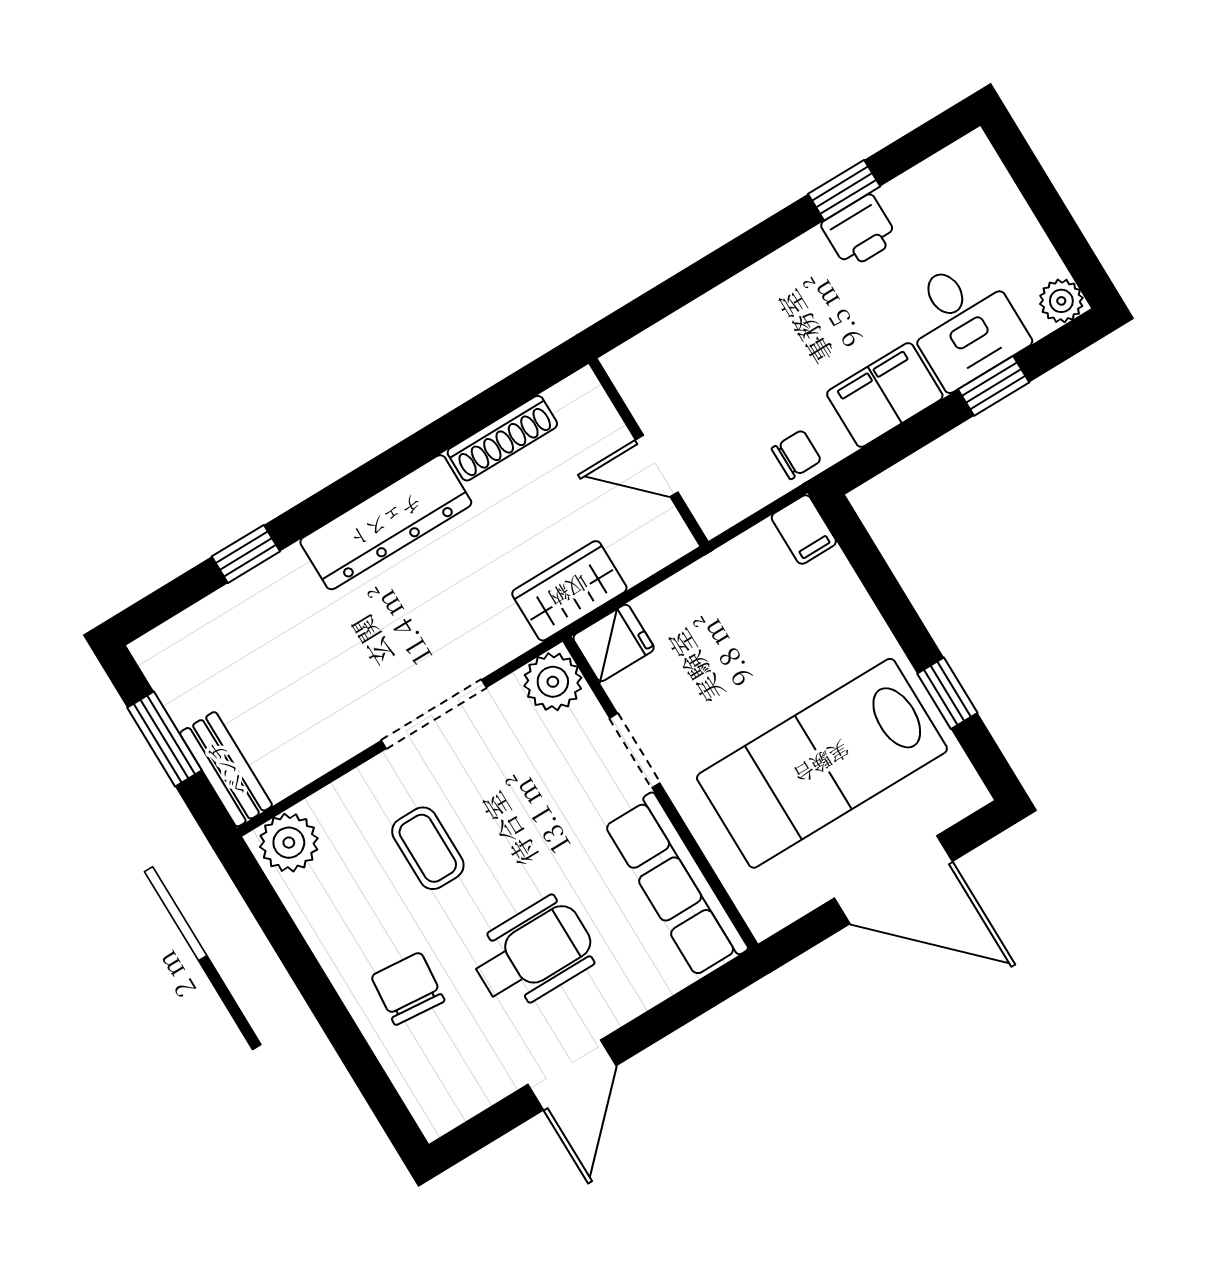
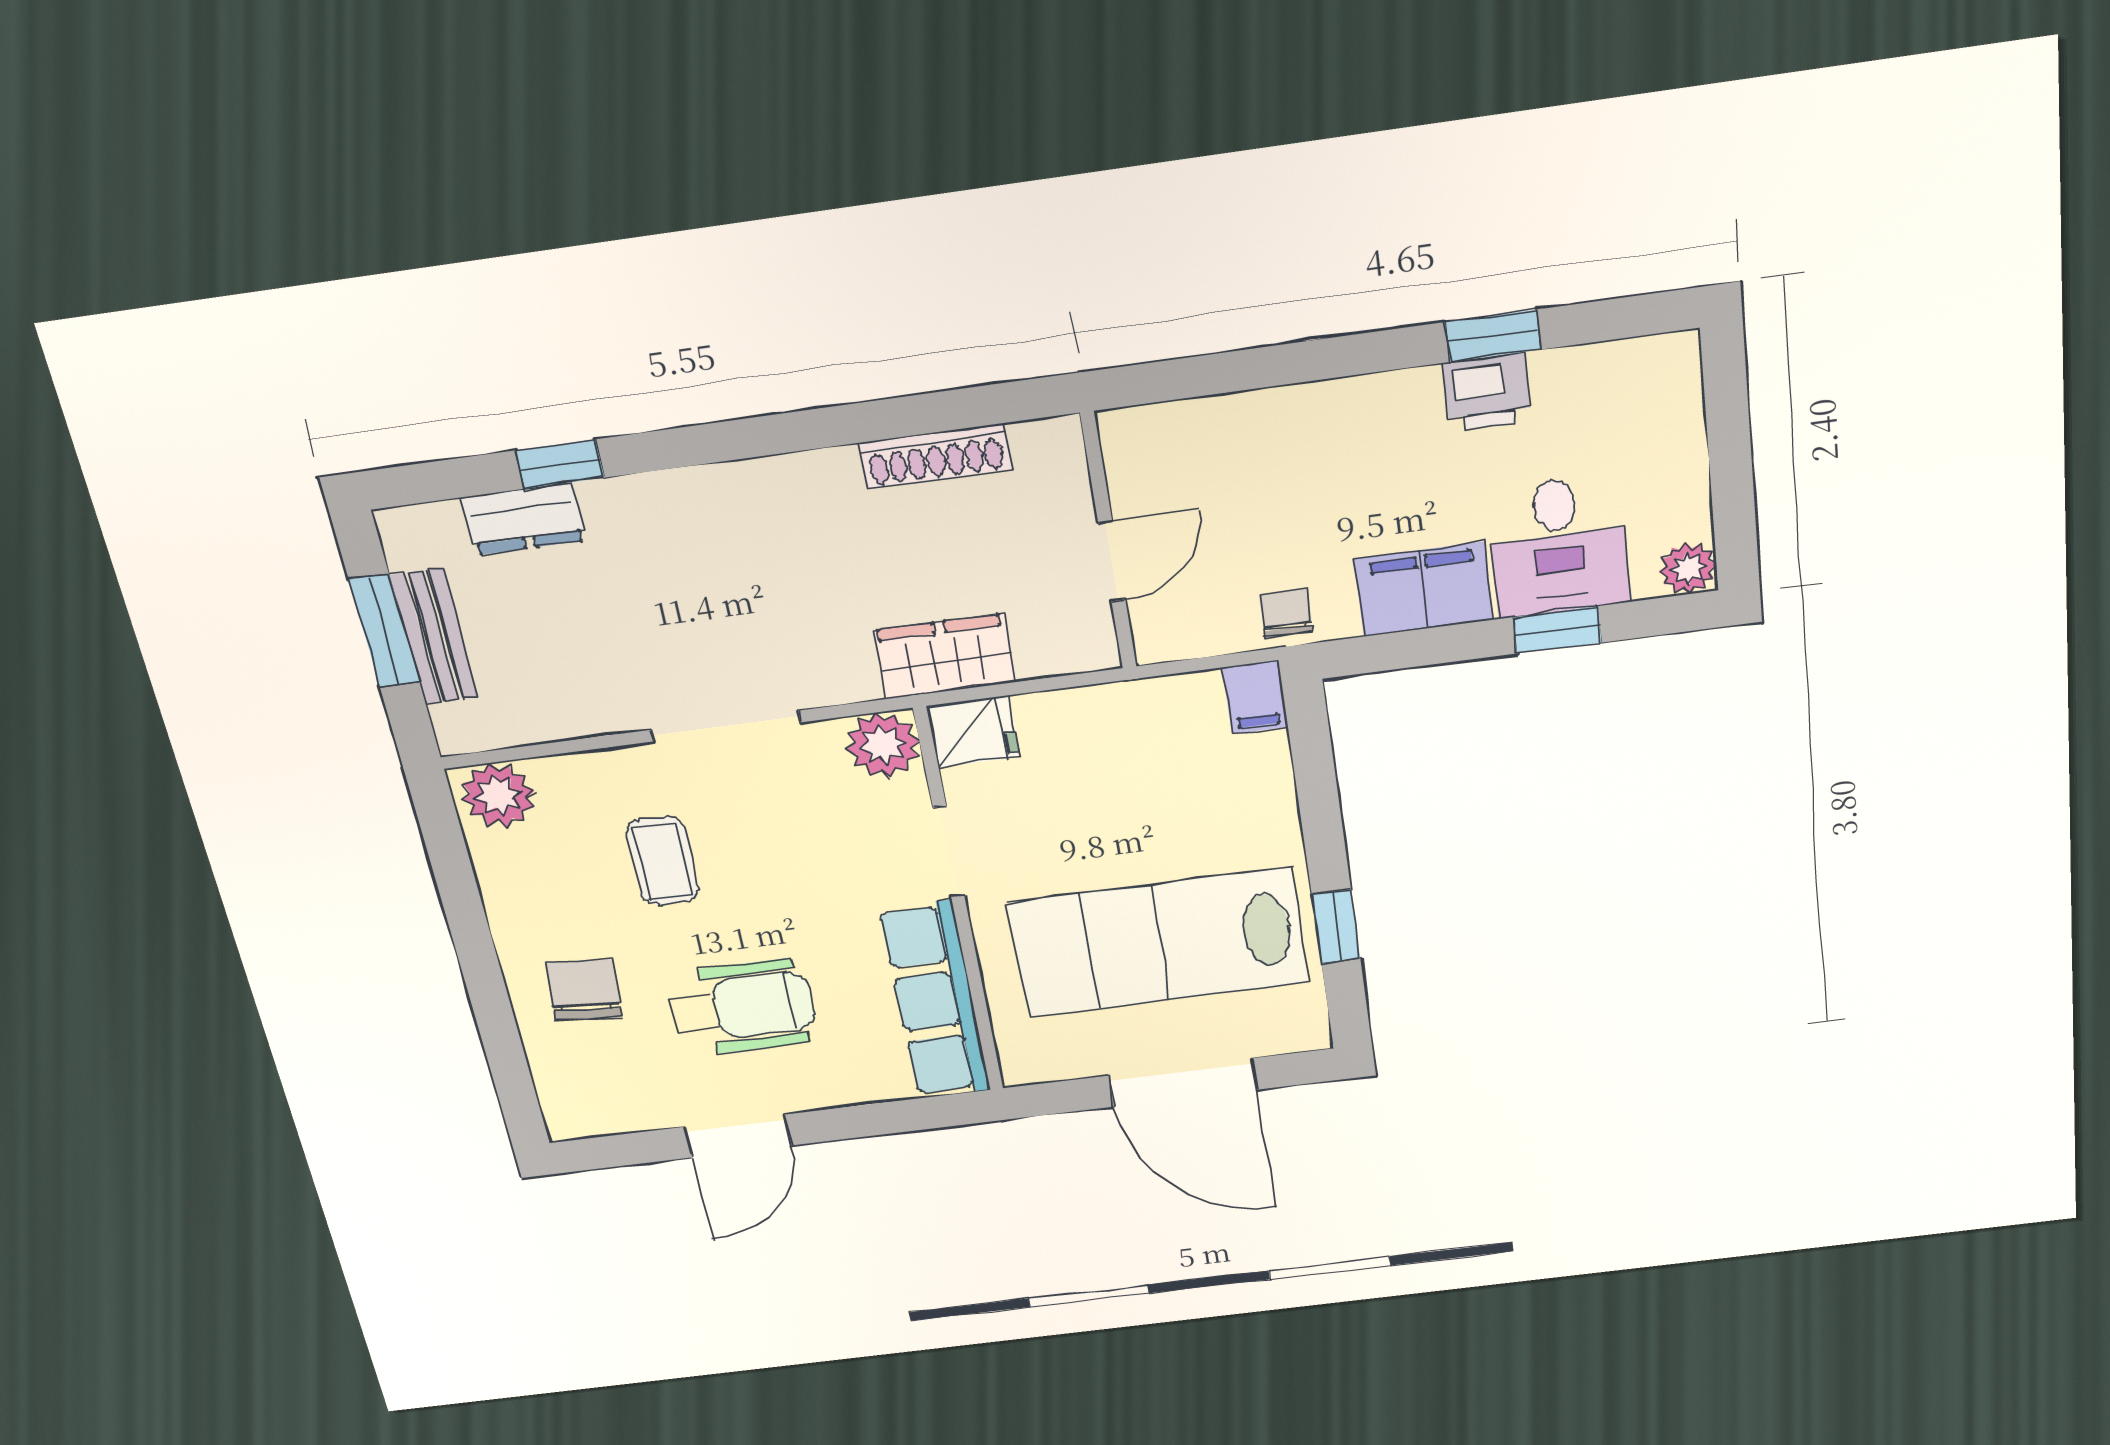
chair: (796, 455) -> (1286, 613), turned -90
door: (657, 466) -> (1112, 561), swing flipped
dresser: (386, 522) -> (524, 519), moved, width x0.51, depth x0.80
bench: (226, 769) -> (434, 637), moved

